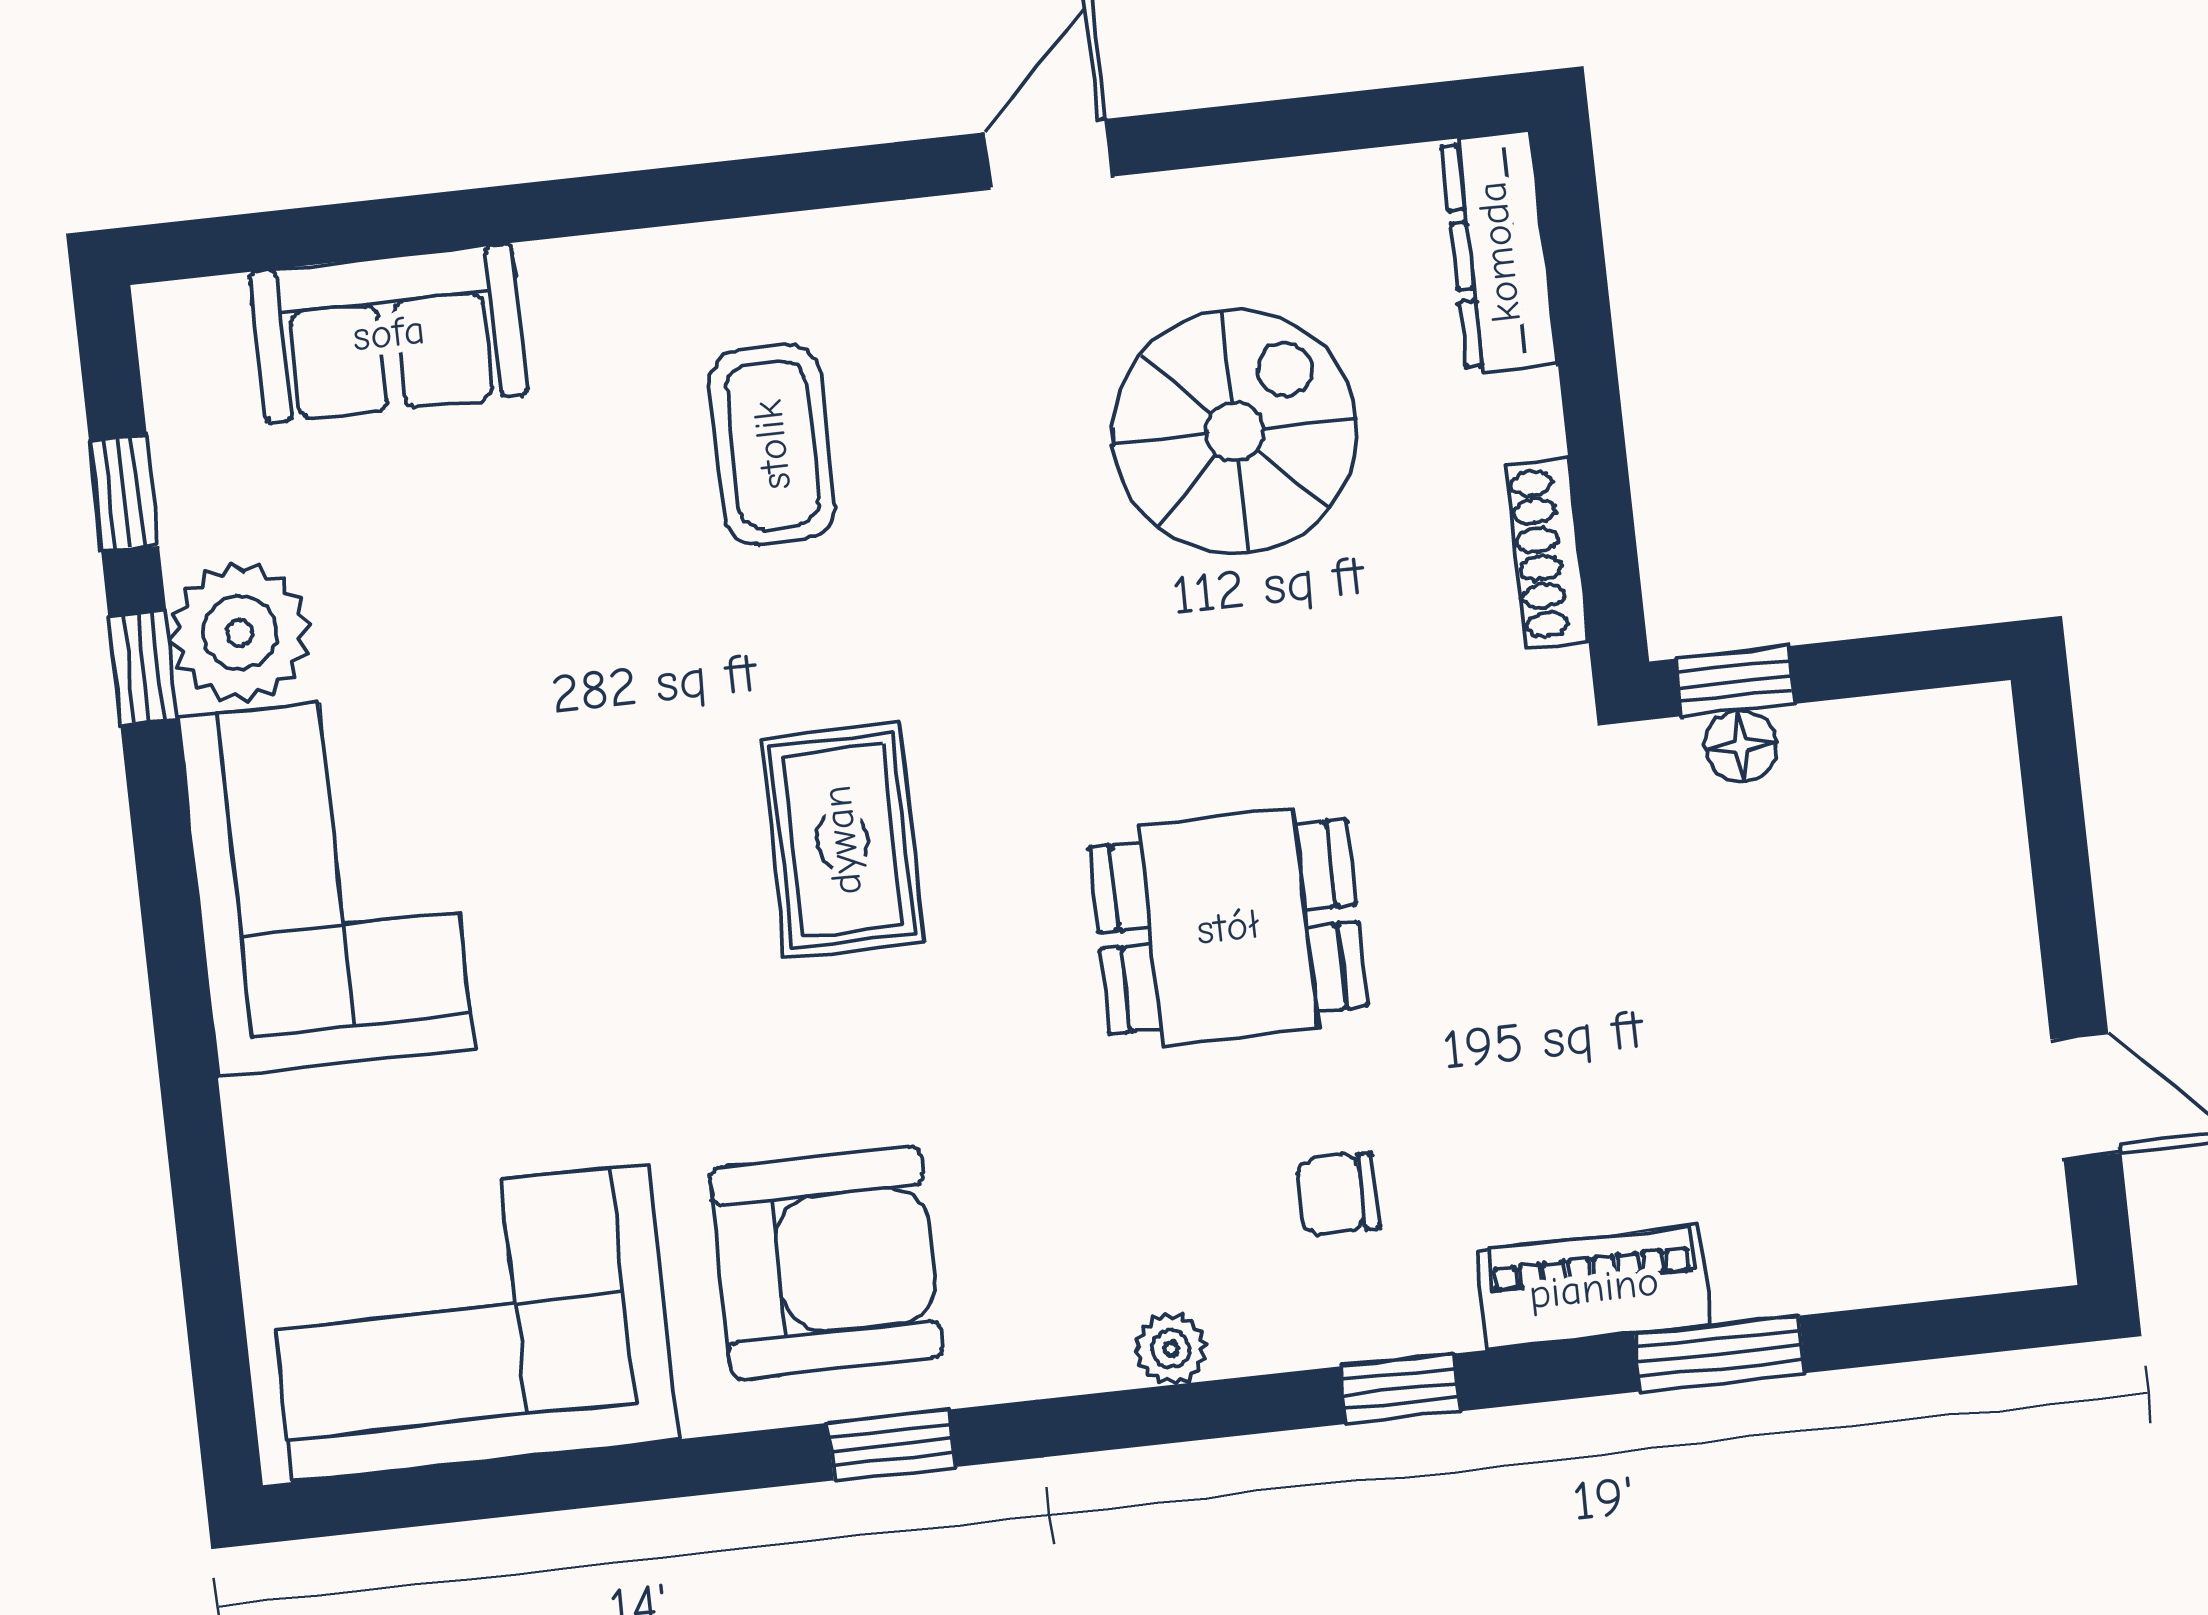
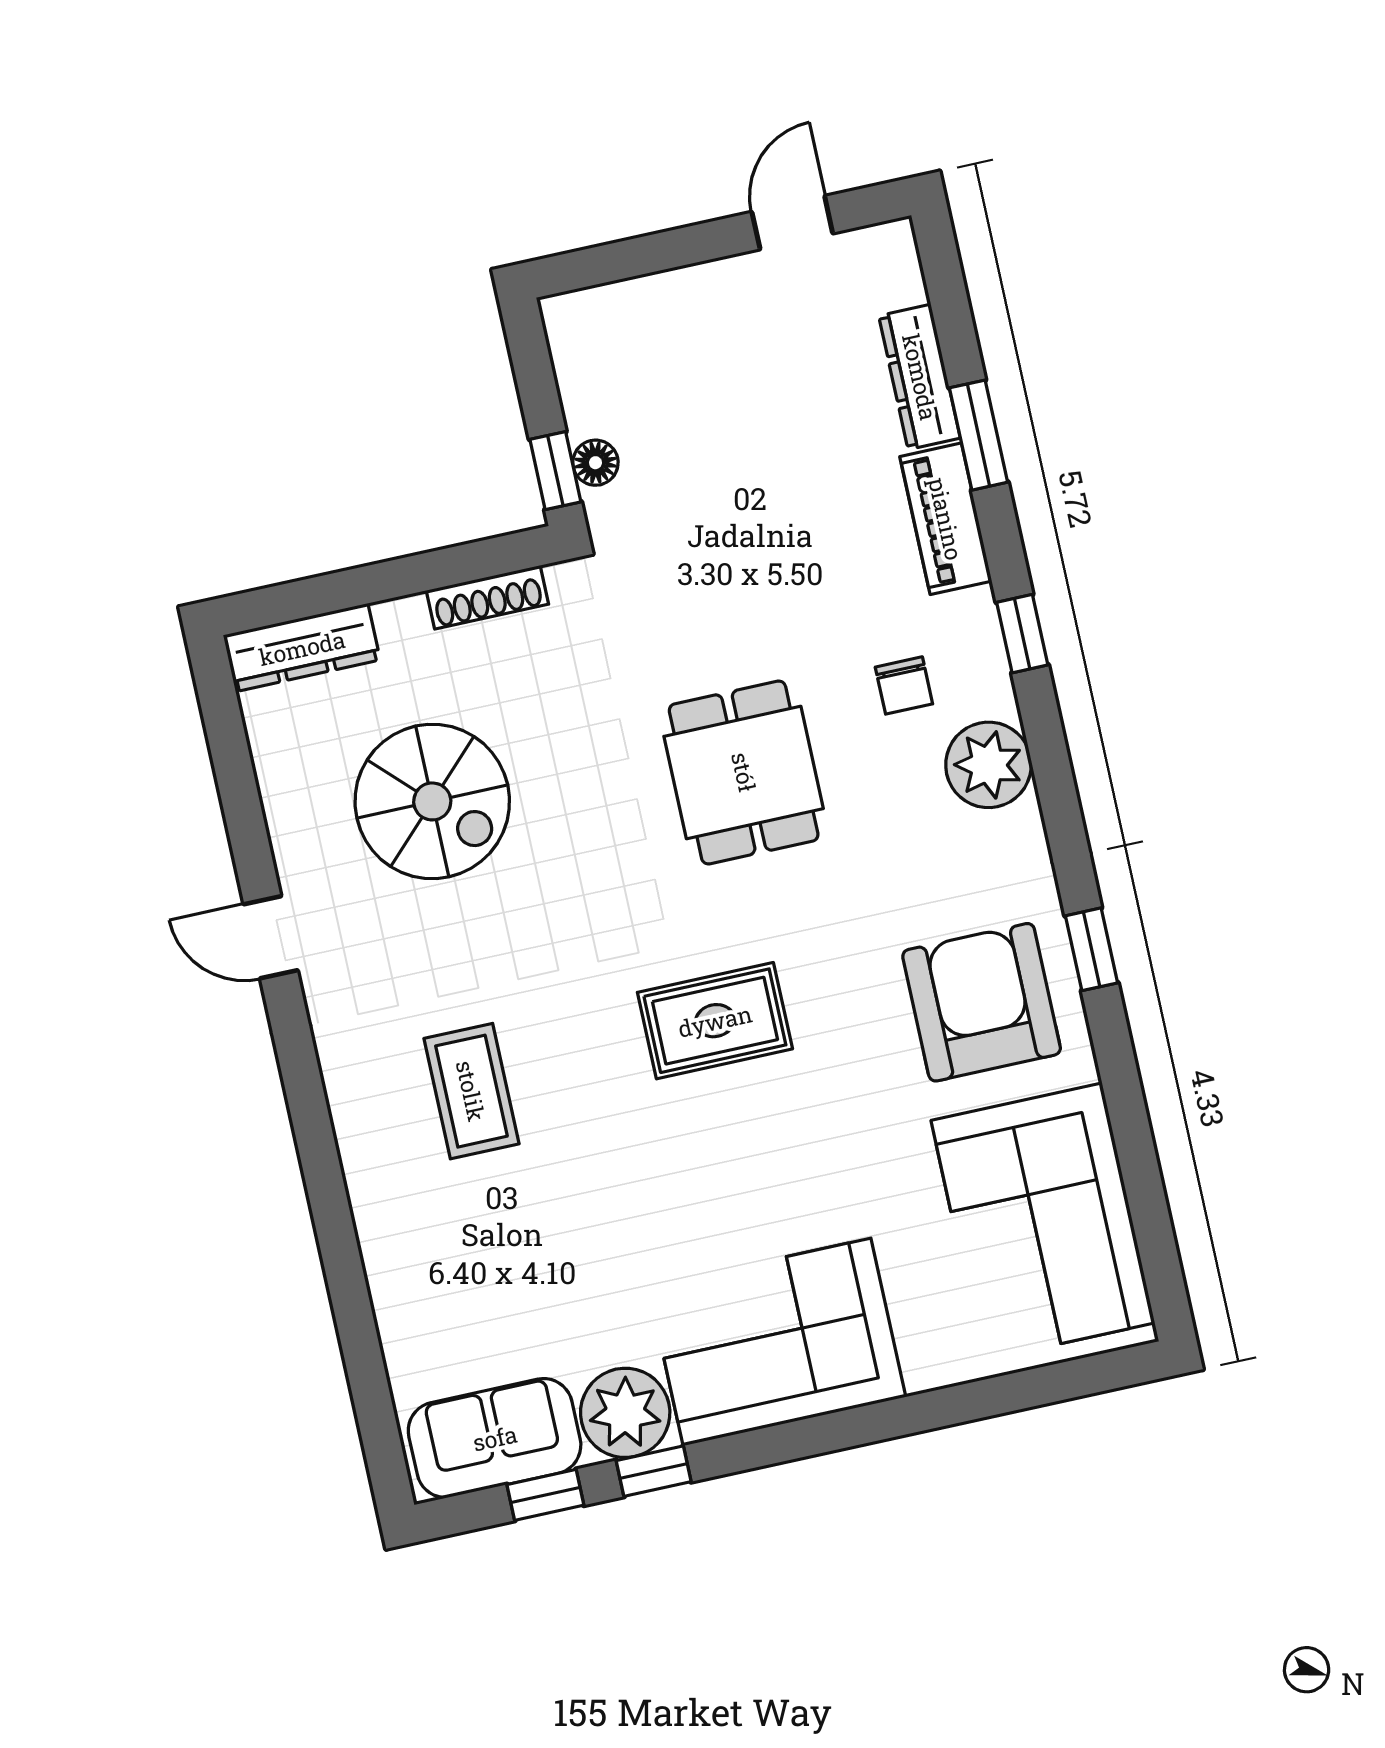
sofa: (389, 333) -> (495, 1438), moved, turned -90
spiral stairs: (1235, 432) -> (432, 801), turned 180
coffee table: (772, 445) -> (471, 1091), turned 90
dresser: (1821, 1270) -> (920, 377), added
plant: (1171, 1349) -> (988, 765), width x1.88, depth x1.88

